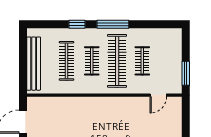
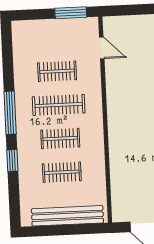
clothes rail: (66, 61) -> (62, 172), width x0.73
clothes rail: (117, 61) -> (59, 105), width x0.73, depth x0.76

